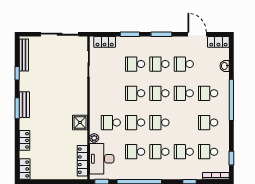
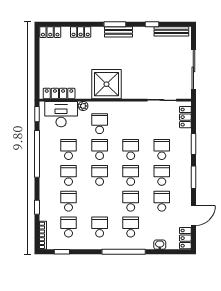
shower: (80, 122) -> (106, 84), width x1.86, depth x1.86

